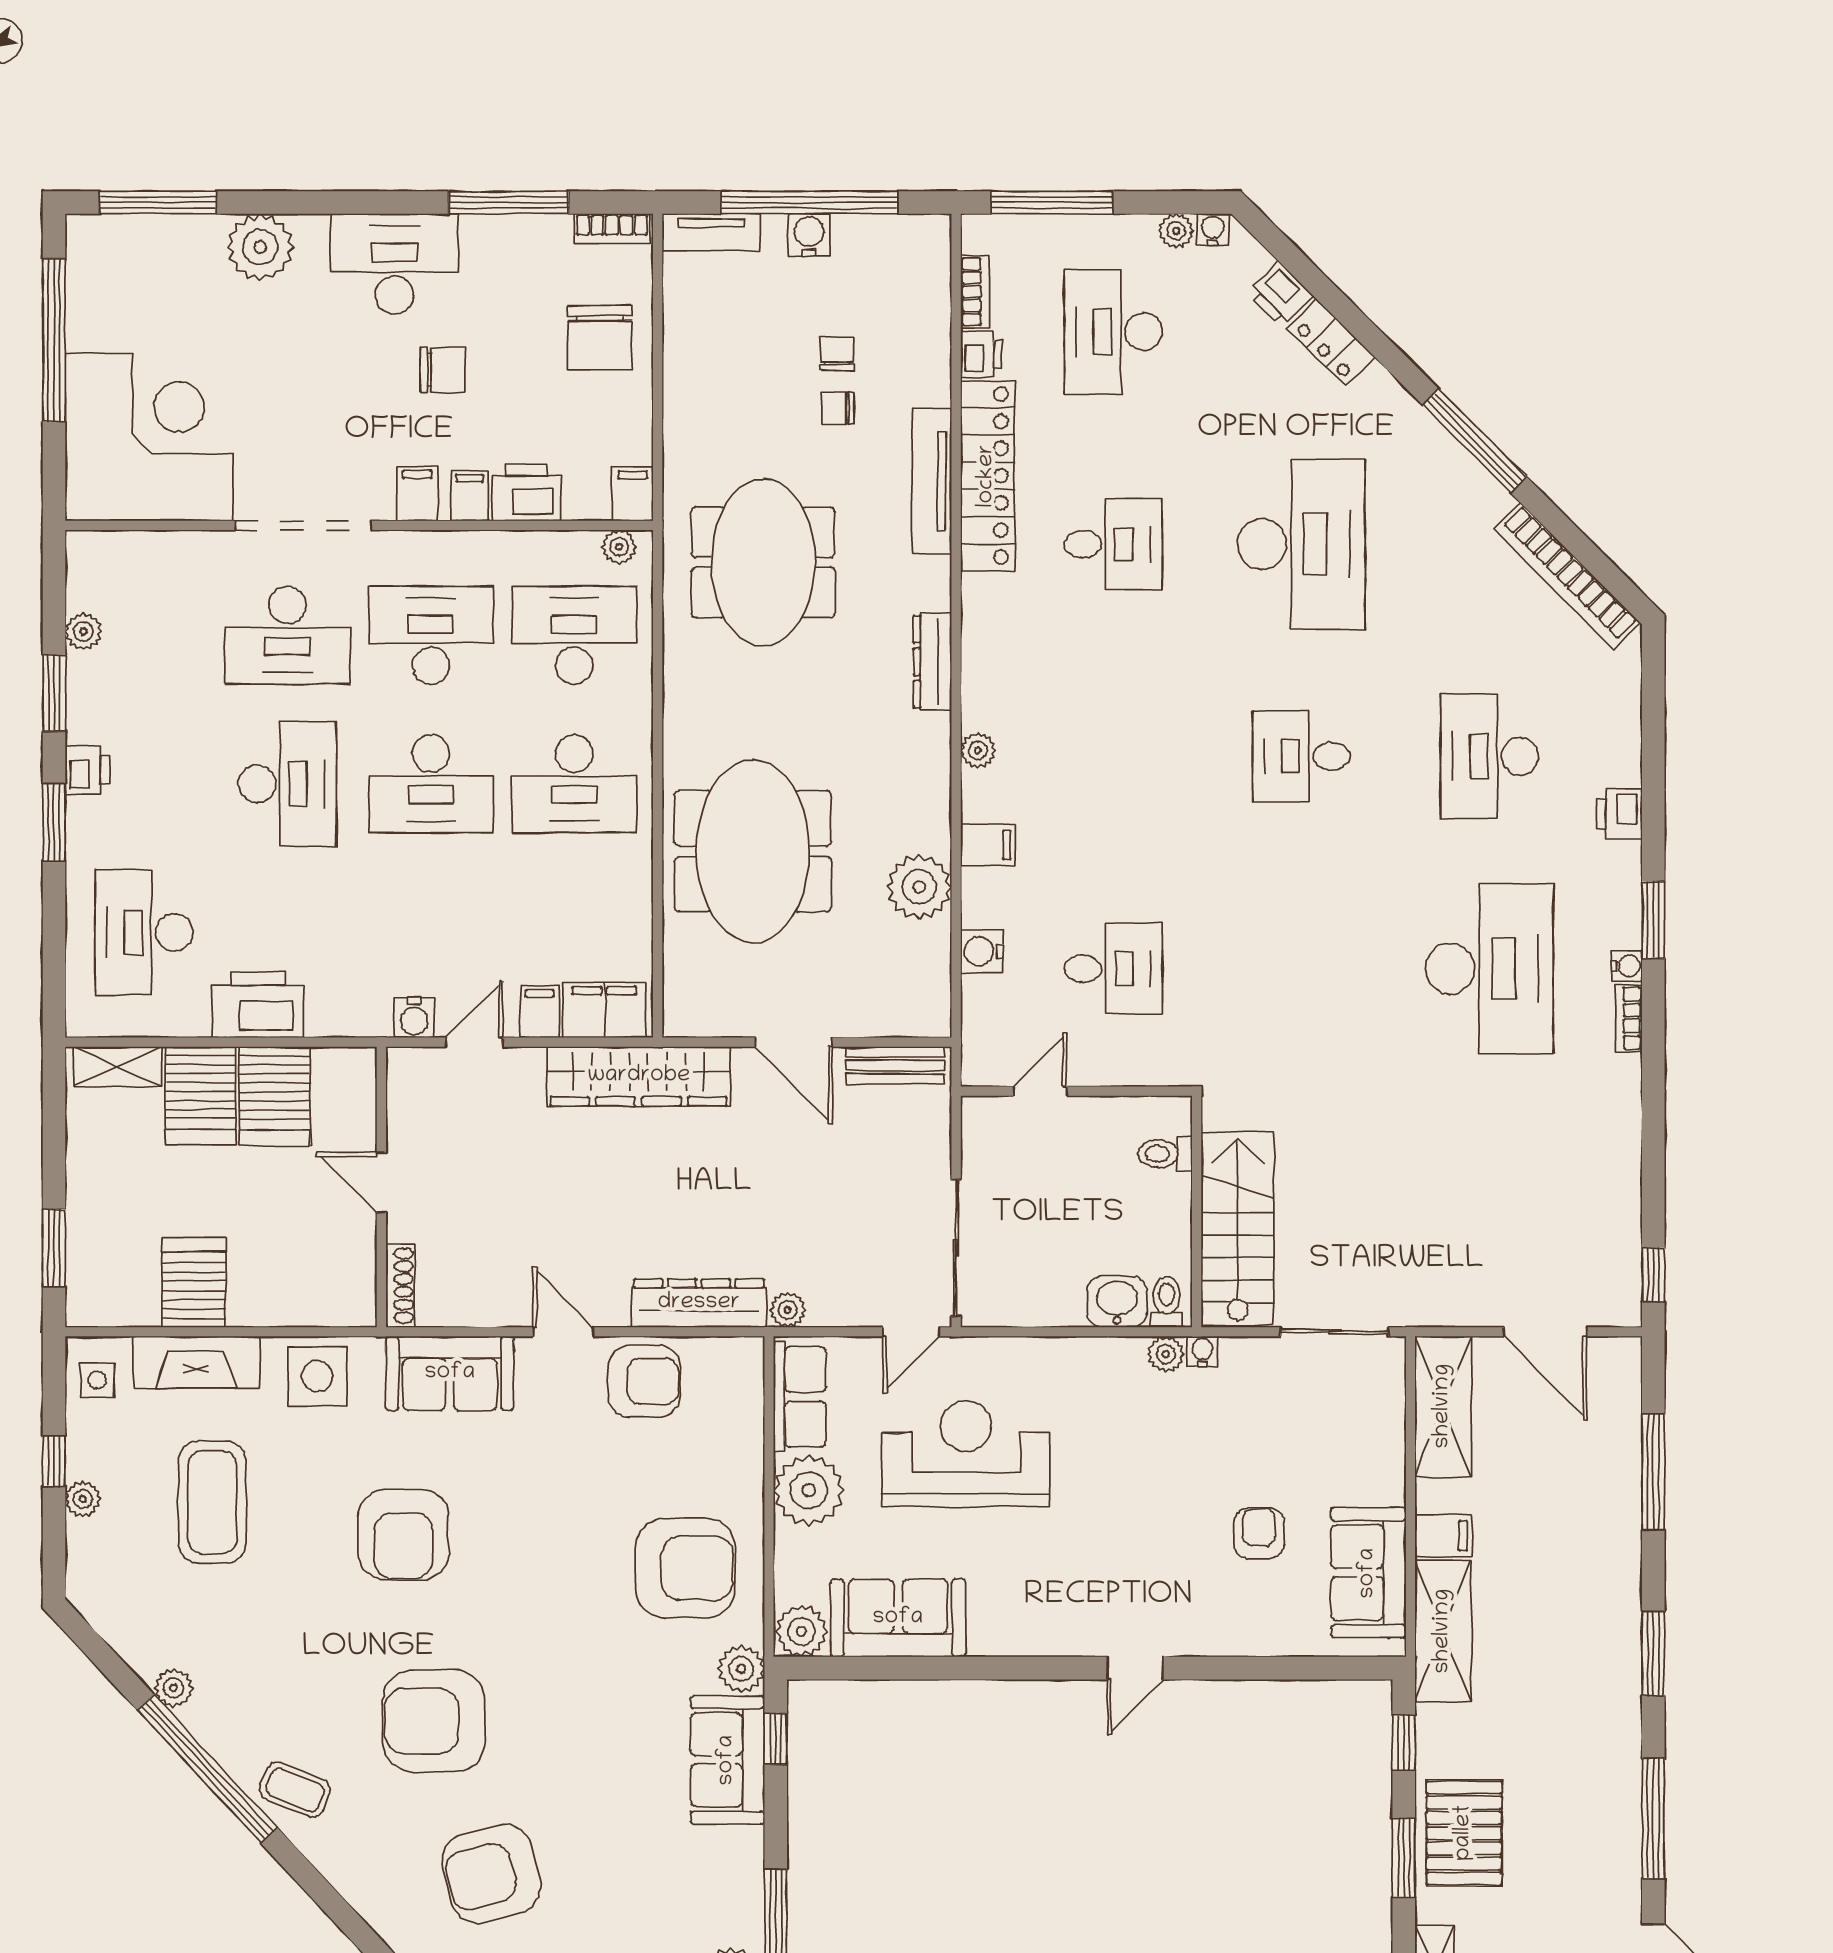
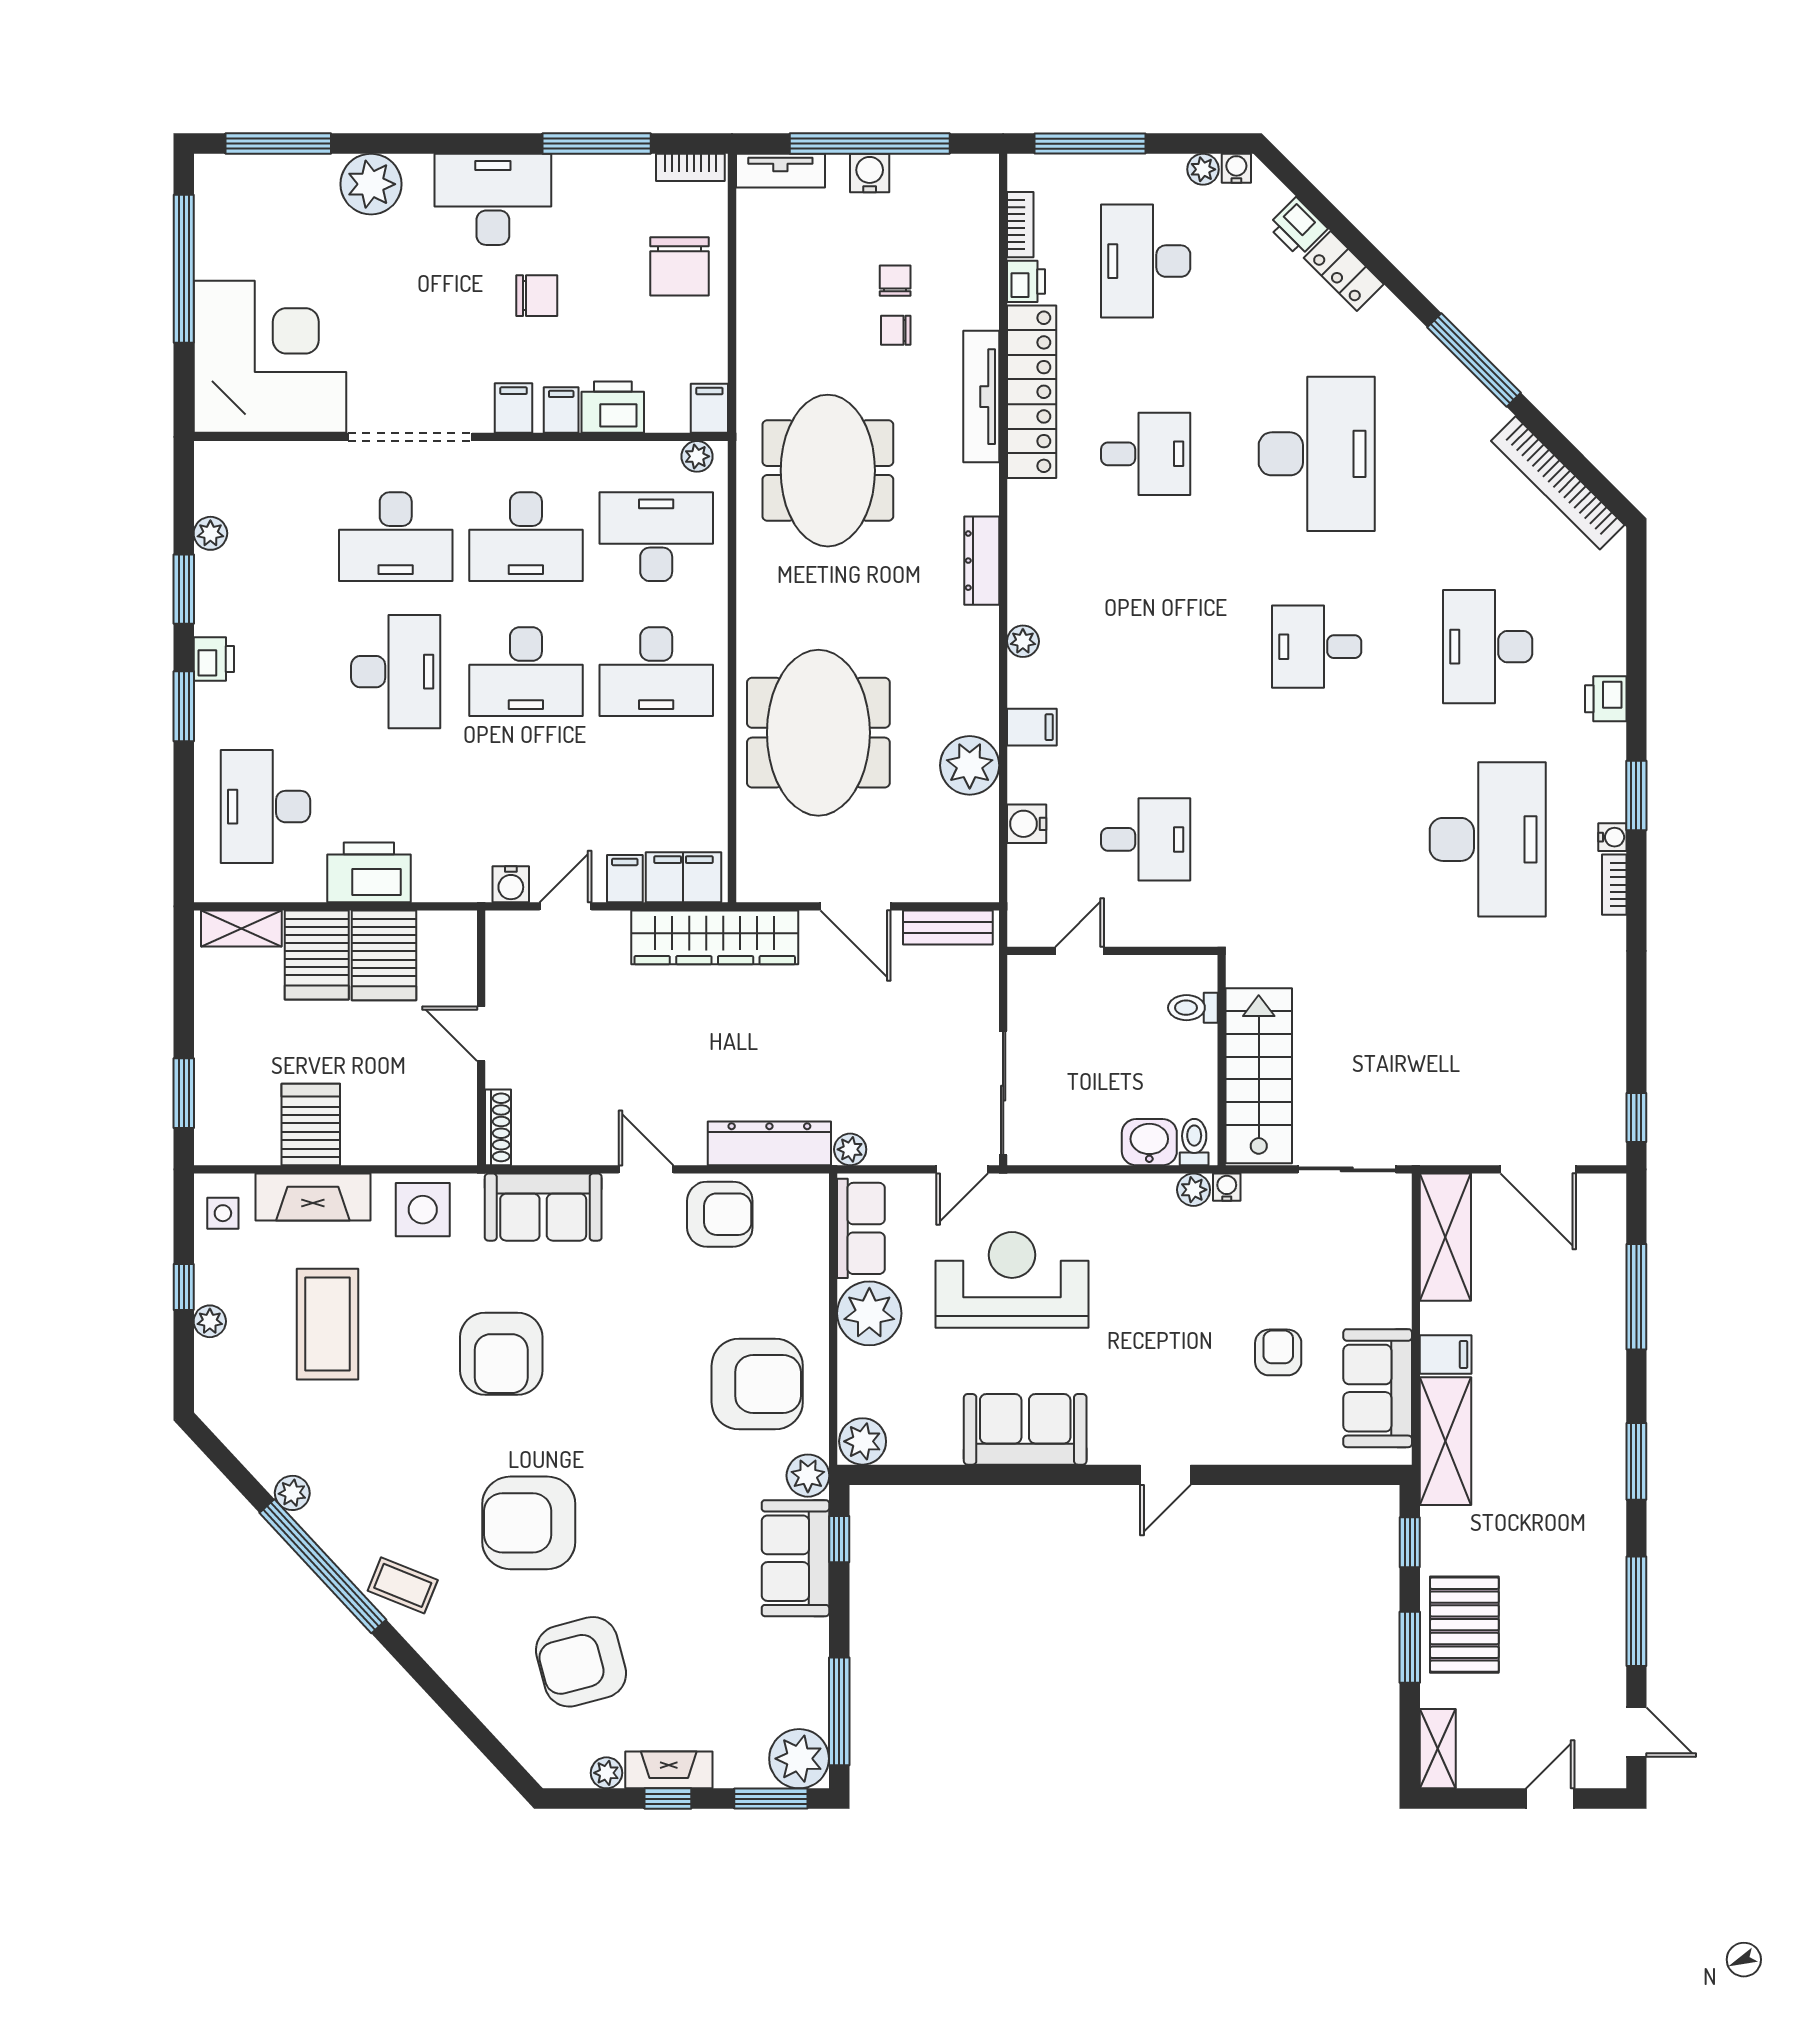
desk: (431, 635) -> (526, 537), turned 180
sofa: (898, 1618) -> (1025, 1429), moved

